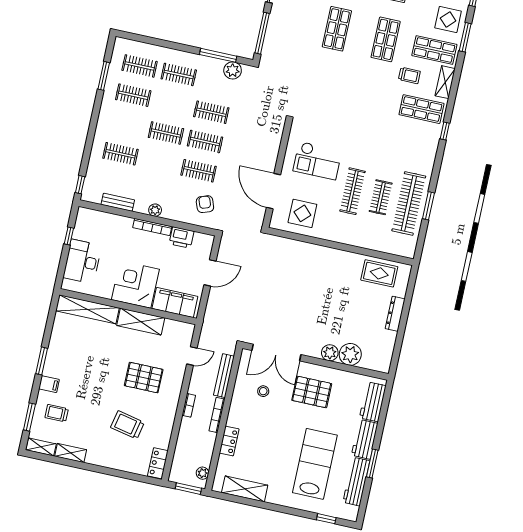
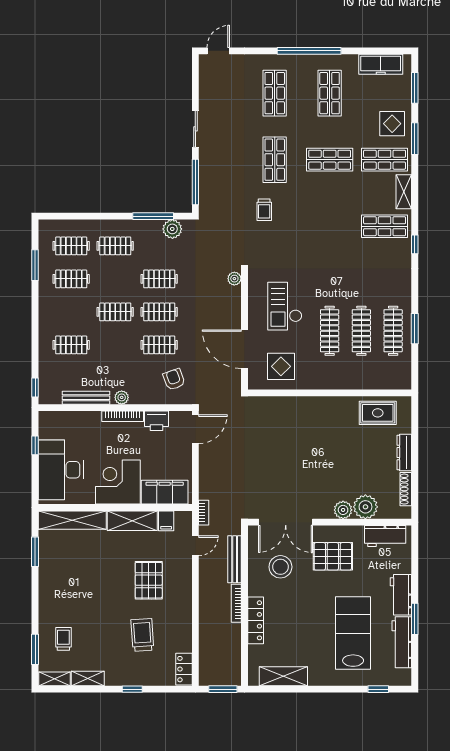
shop shelf: (386, 39) -> (330, 160), turned 90
trolley: (409, 75) -> (264, 210), moved, turned 90
checkout: (317, 161) -> (285, 306), turned 90
clothes rail: (381, 197) -> (361, 331), width x1.36
bench: (118, 202) -> (86, 398), width x1.36
clothes rail: (409, 203) -> (393, 331), width x0.73, depth x0.76
desk: (82, 262) -> (61, 470), width x1.36, depth x1.30
door: (210, 273) -> (195, 429), moved
shoe rack: (389, 346) -> (406, 489), added
window: (42, 361) -> (35, 552), moved
pallet: (144, 378) -> (149, 580), turned 90
filing cabinet: (49, 384) -> (166, 521), moved, turned 90
stool: (263, 391) -> (280, 567), width x1.89, depth x1.89
workbench: (373, 402) -> (385, 536), moved, turned -90
bookcase: (189, 405) -> (204, 513), moved
trolley: (57, 413) -> (63, 639), turned 90
trolley: (127, 425) -> (142, 635), turned 74
locker: (229, 441) -> (256, 620), width x1.53
window: (108, 471) -> (132, 689), added
plant: (203, 473) -> (234, 279), moved

